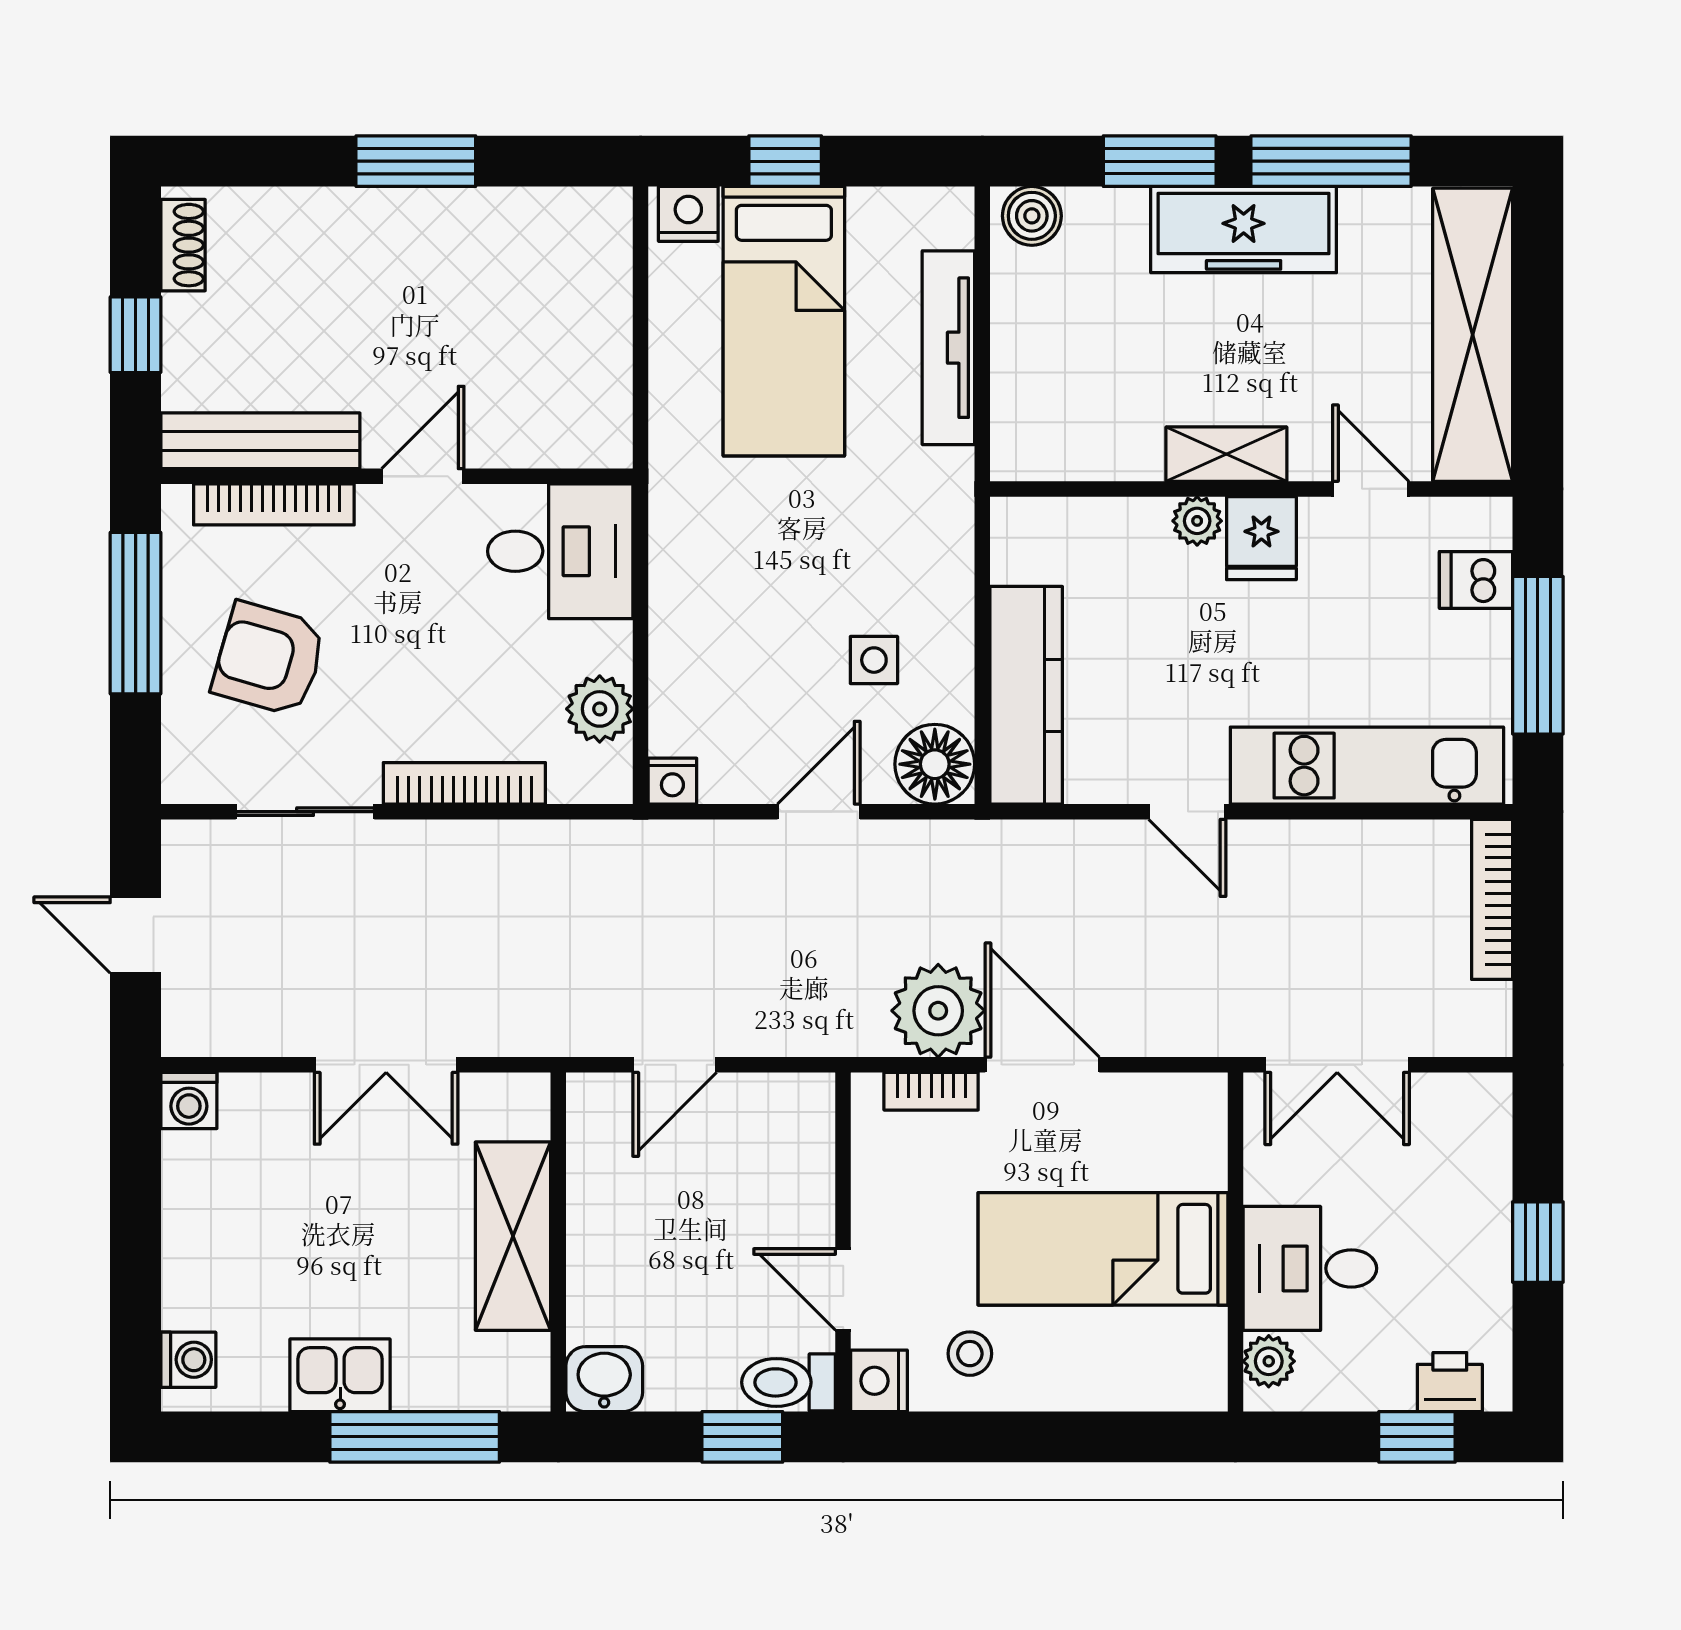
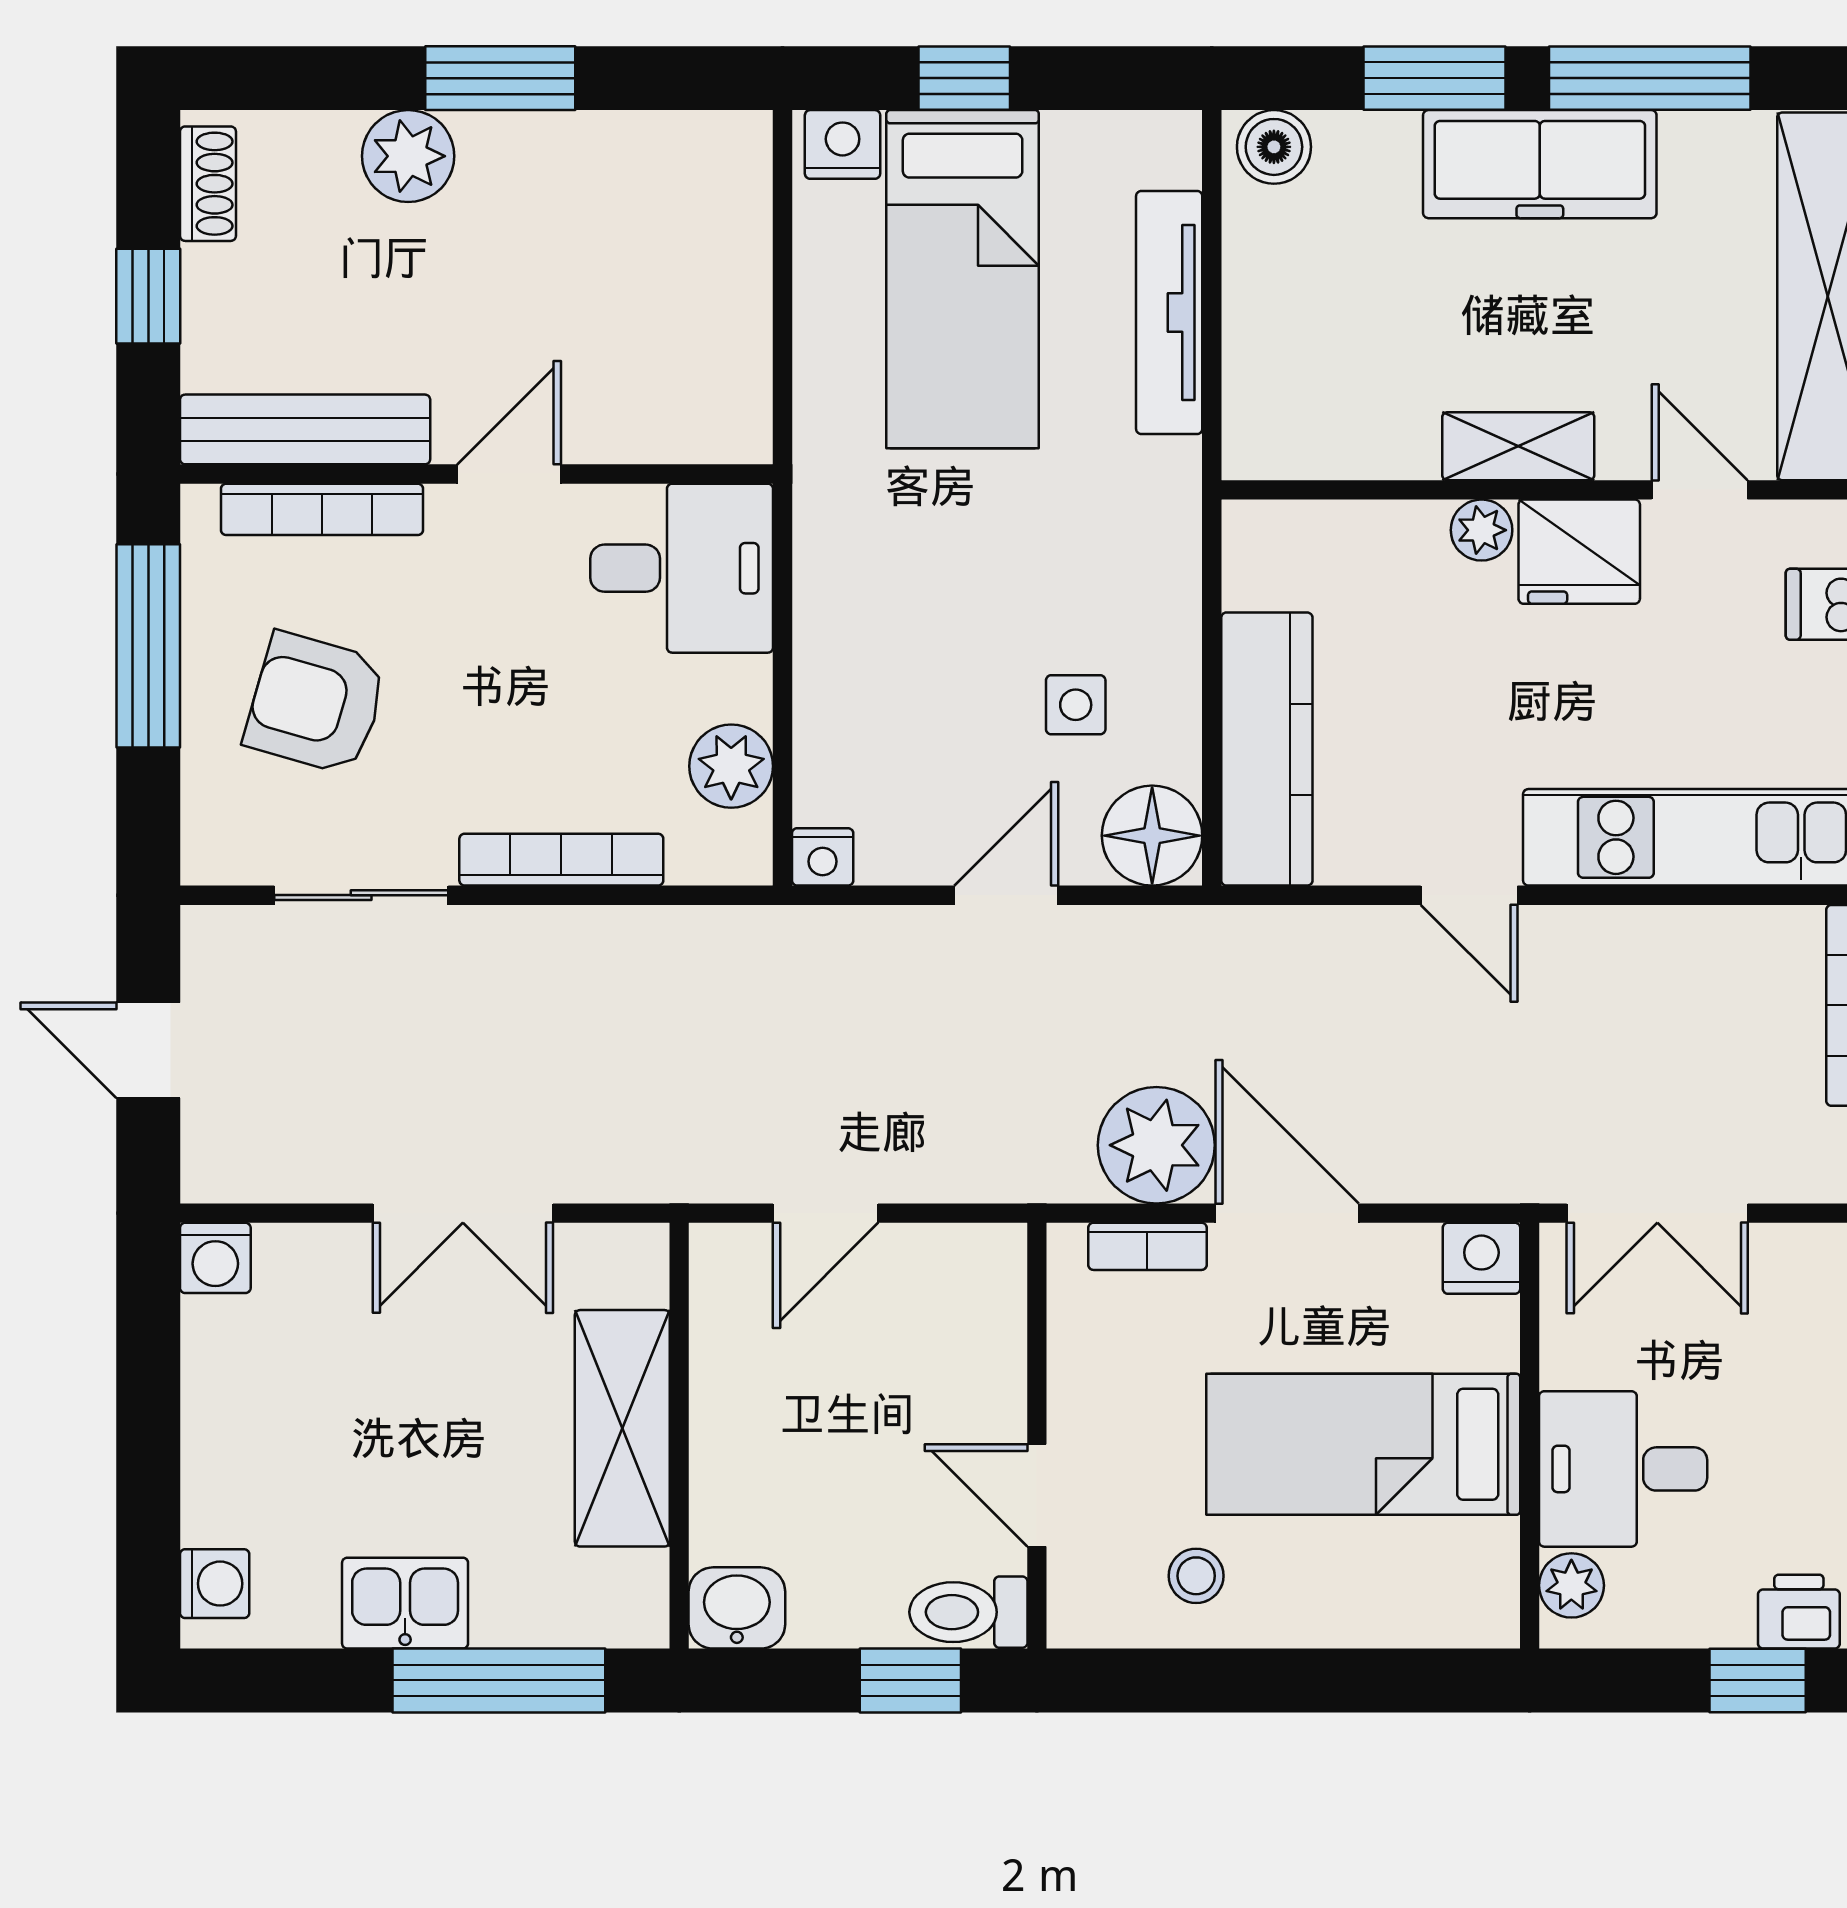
plant: (342, 223) -> (408, 156), added
fridge: (1261, 538) -> (1579, 552), width x1.38
nightstand: (879, 1381) -> (1481, 1258), moved, turned 90

